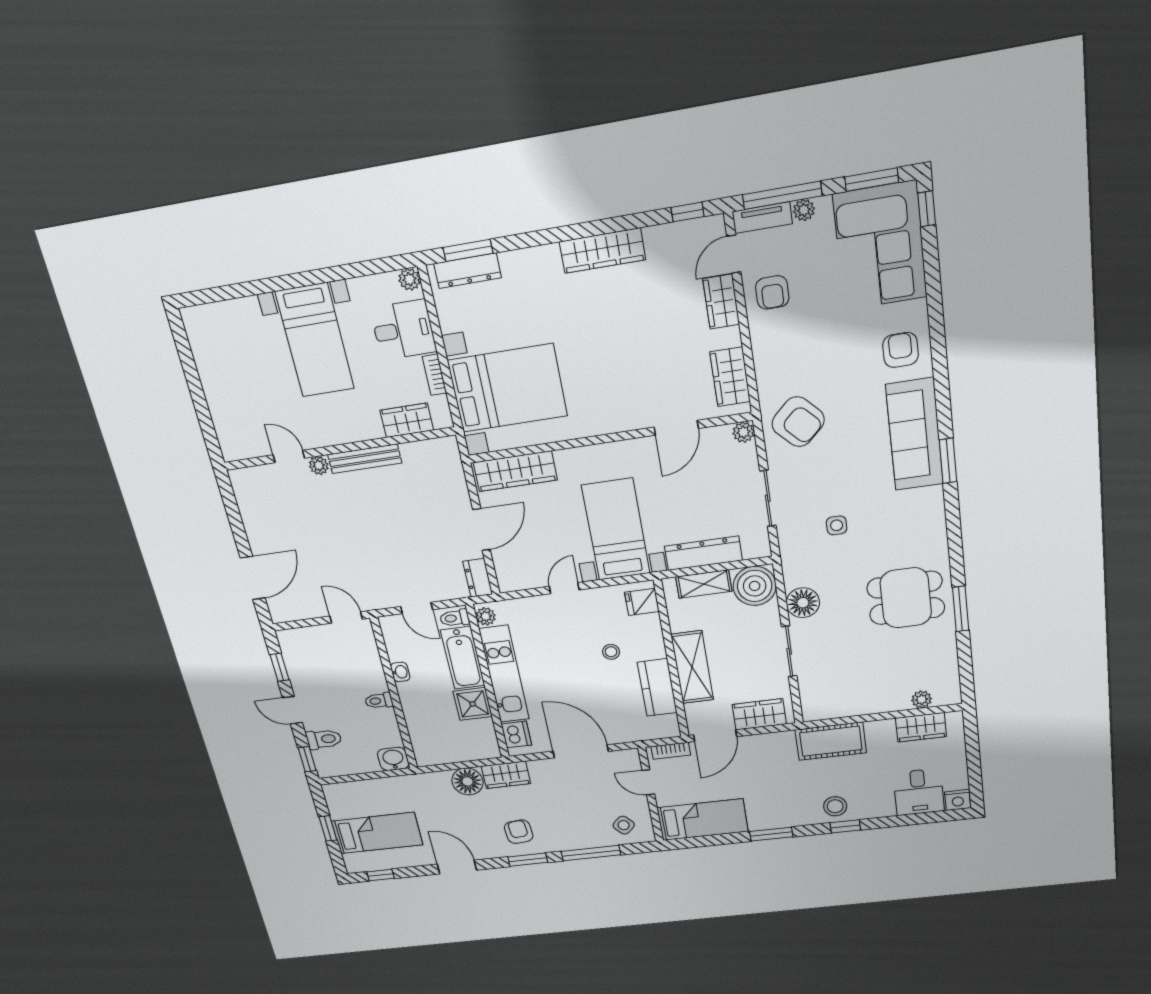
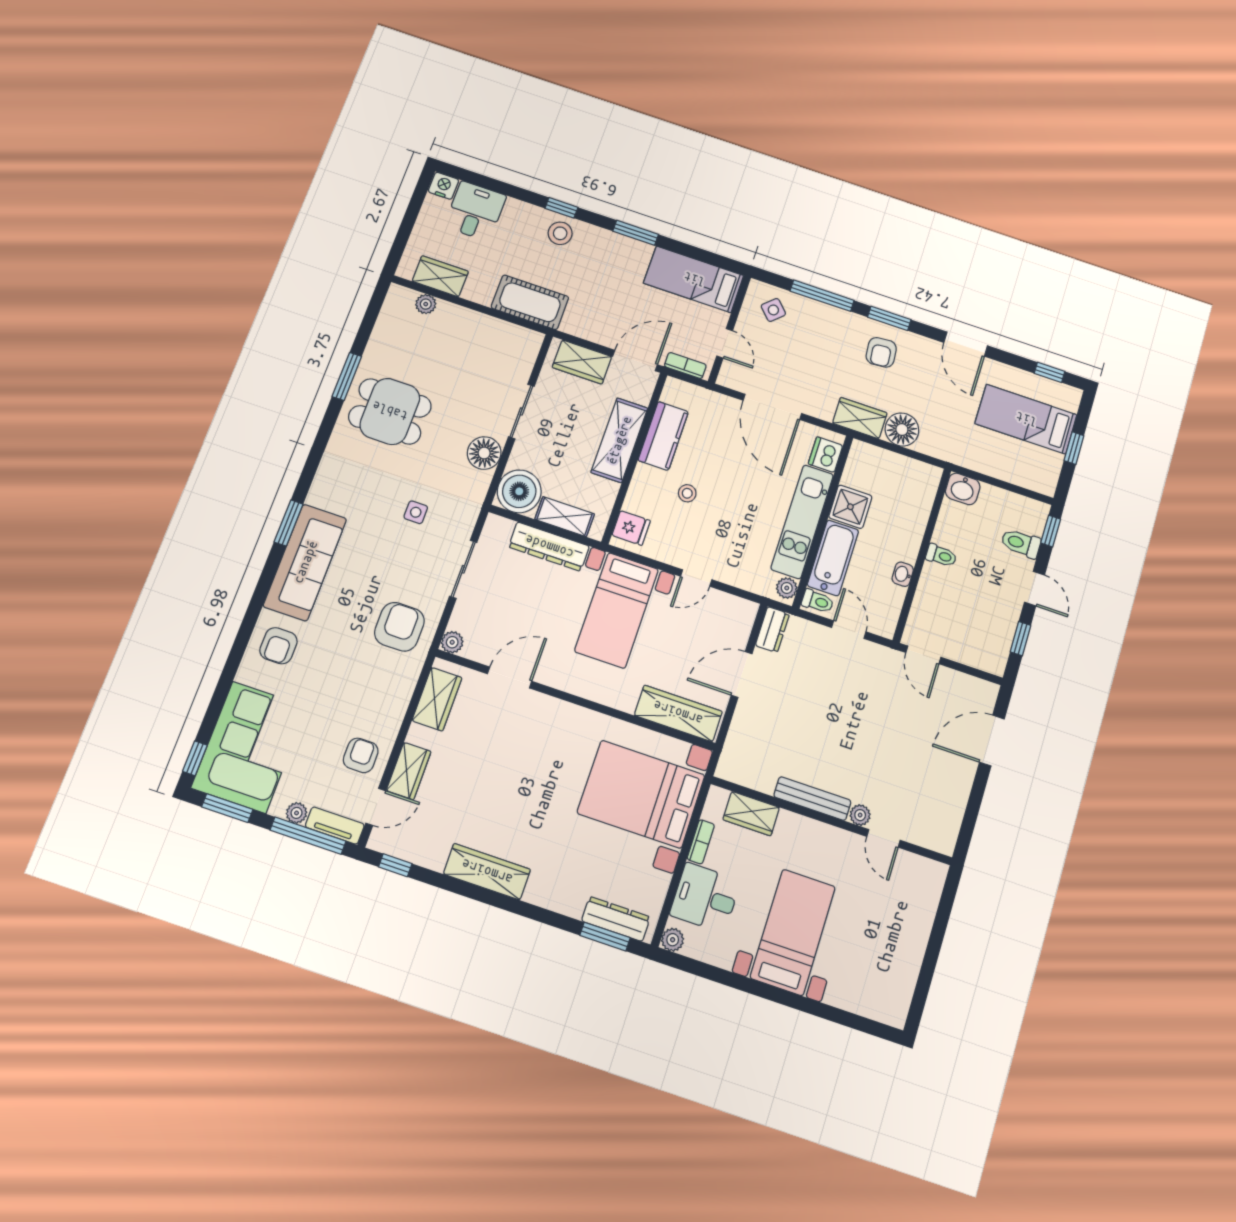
armchair: (798, 422) -> (399, 627), turned 44

